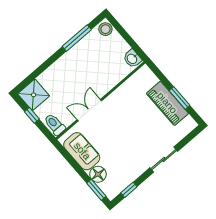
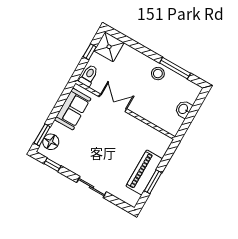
stool: (105, 29) -> (158, 74), moved
washbasin: (132, 59) -> (183, 109), moved
floor lamp: (98, 174) -> (51, 142), moved

